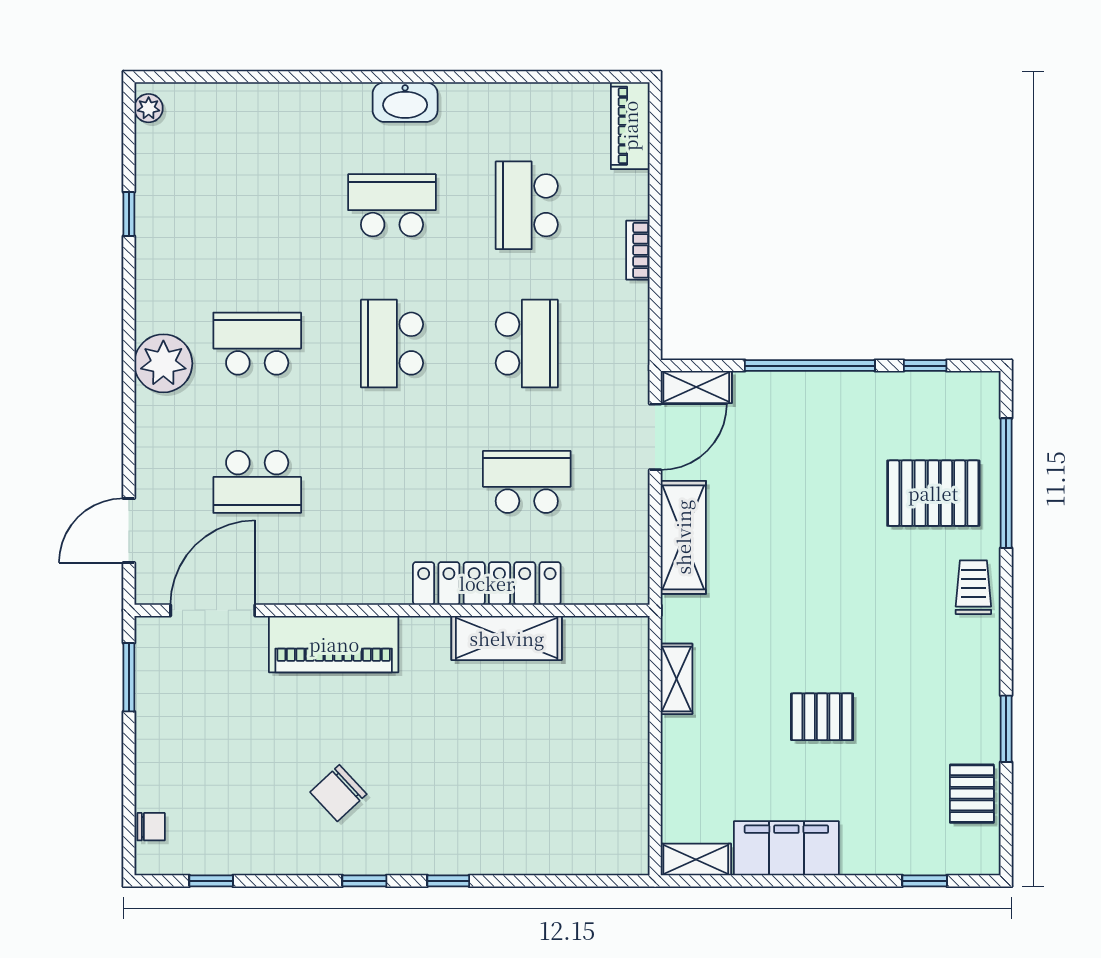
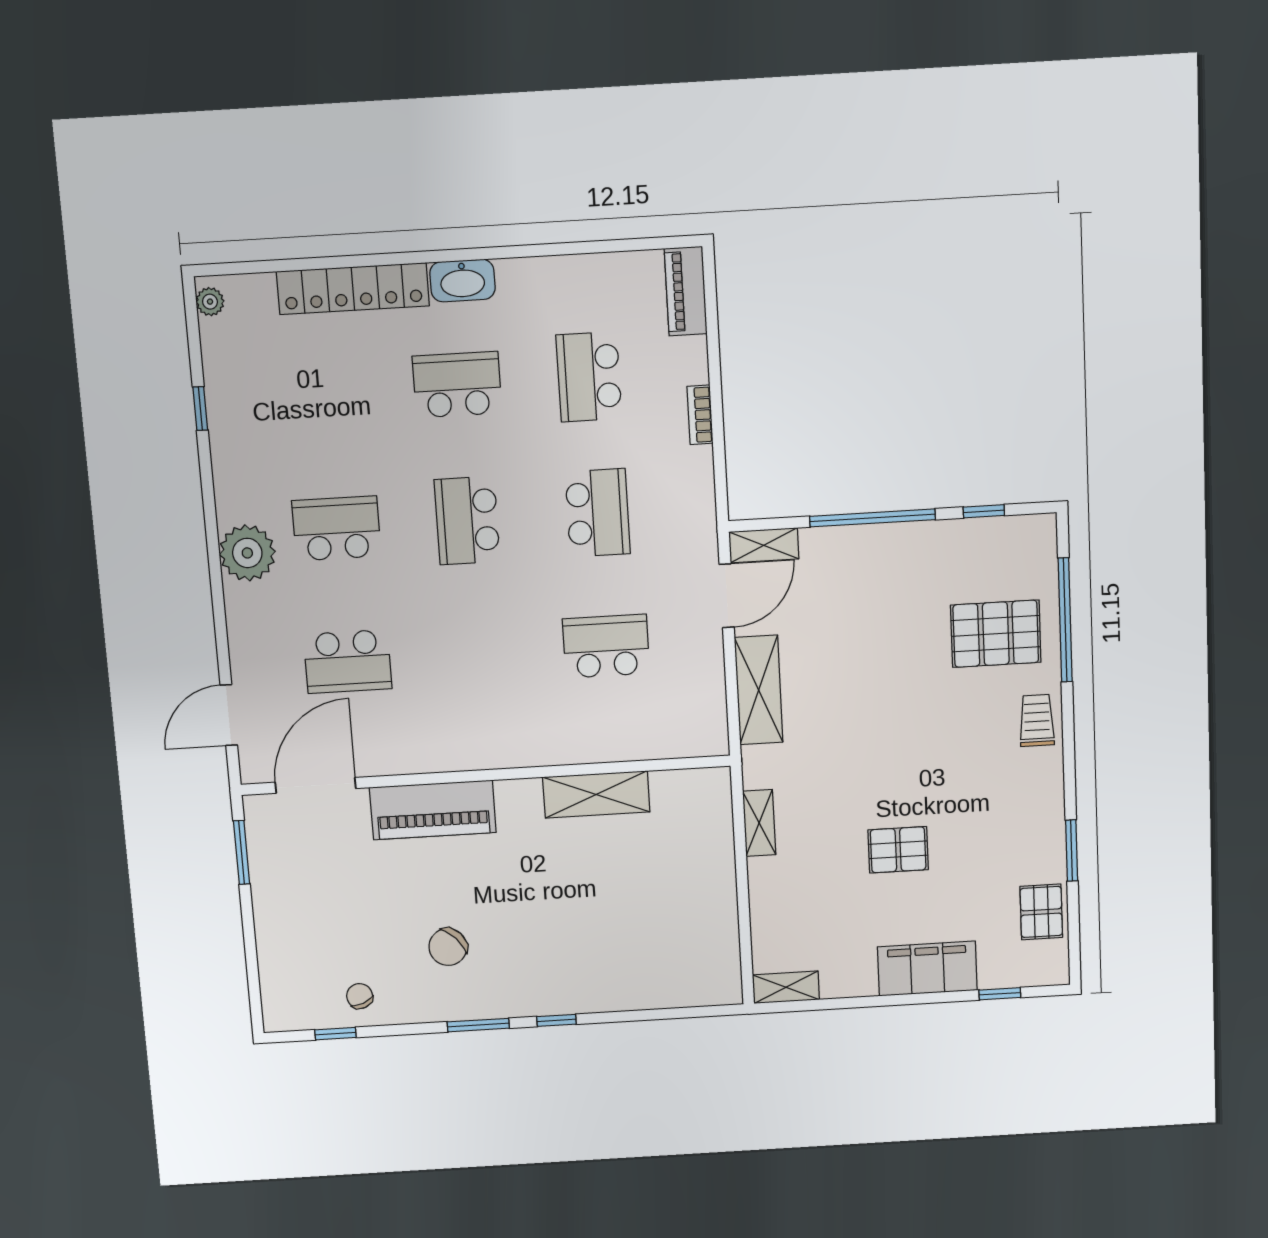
locker: (487, 583) -> (353, 289), moved, turned 180
chair: (151, 827) -> (360, 996), moved, turned -112
filing cabinet: (786, 848) -> (927, 969), moved
window: (364, 881) -> (478, 1025), width x1.50

